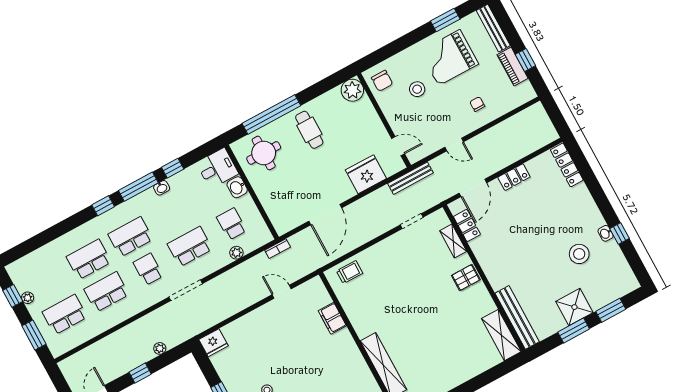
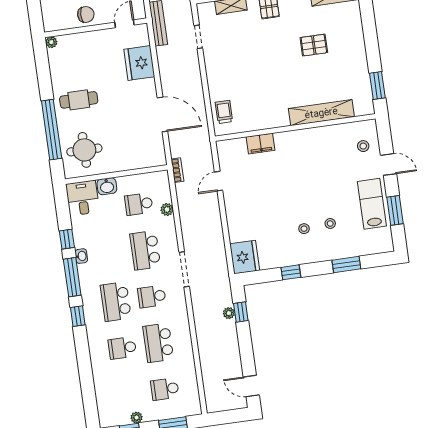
chair: (382, 81) -> (86, 14), moved
plant: (352, 90) -> (51, 42), width x0.53, depth x0.53
school desk: (89, 259) -> (122, 348), width x0.54
school desk: (65, 315) -> (165, 389), width x0.54
pallet: (445, 334) -> (314, 45), added
fridge: (213, 343) -> (245, 257), width x1.36, depth x1.34
window: (140, 373) -> (241, 312), moved

